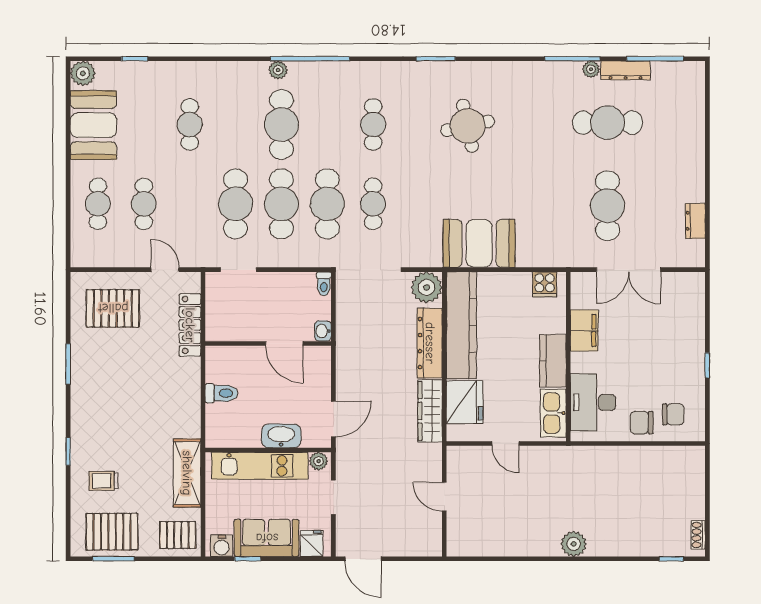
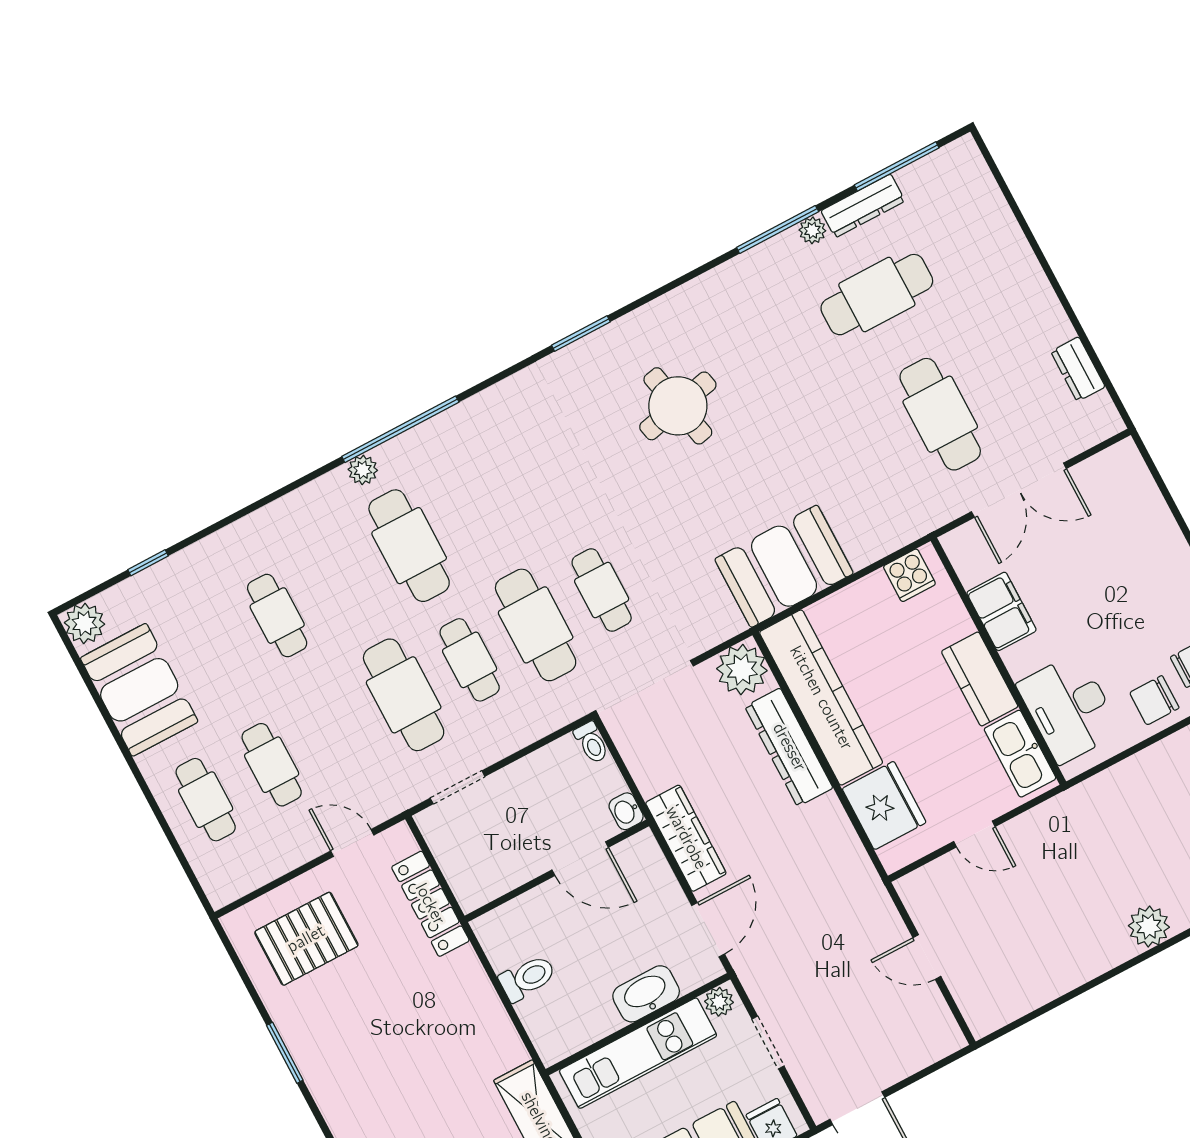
cafe table: (373, 124) -> (541, 476), removed
cafe table: (281, 204) -> (470, 660), width x0.73, depth x0.74
wardrobe: (430, 411) -> (686, 838), moved, turned 180

